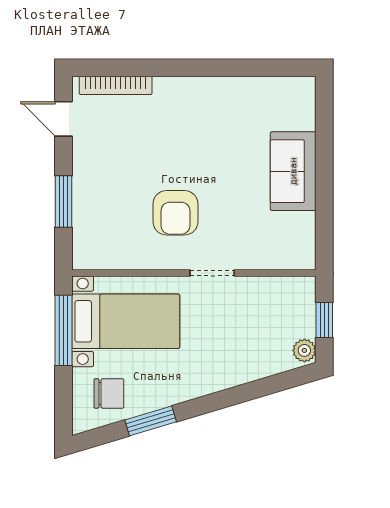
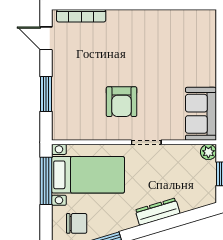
sofa: (293, 171) -> (201, 114), moved
plant: (304, 350) -> (208, 152), moved
dresser: (229, 376) -> (158, 212), added

